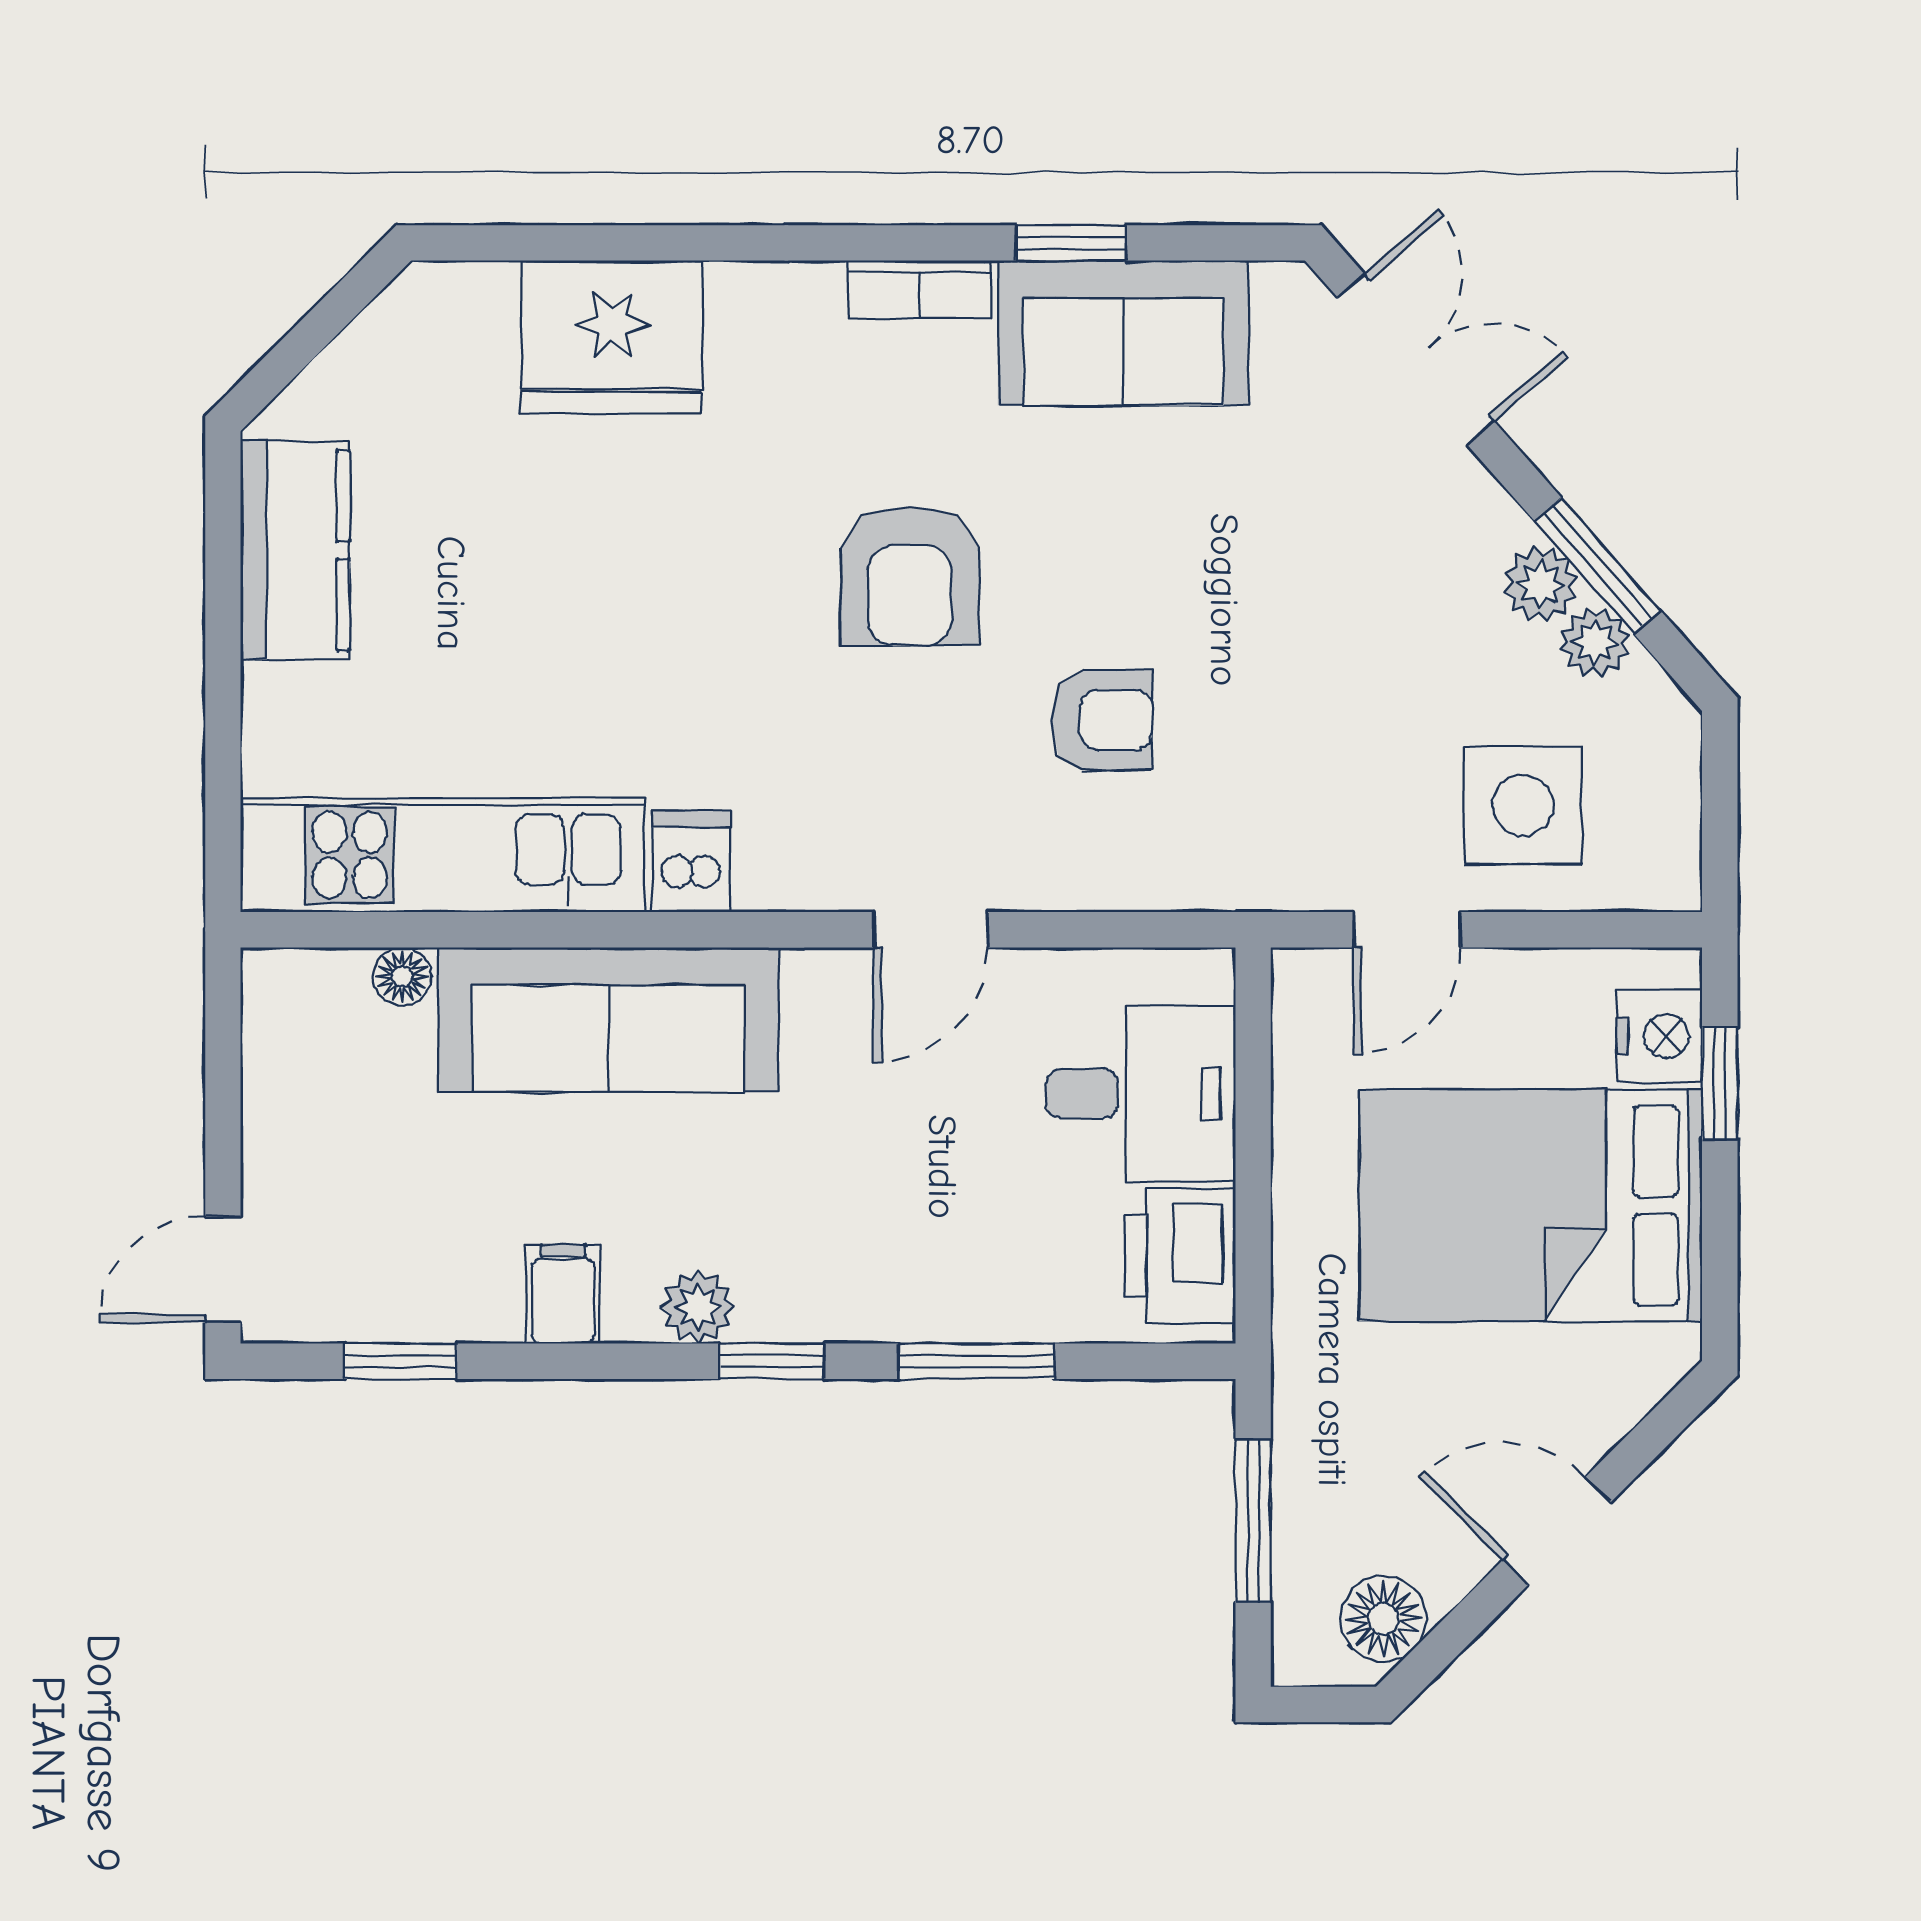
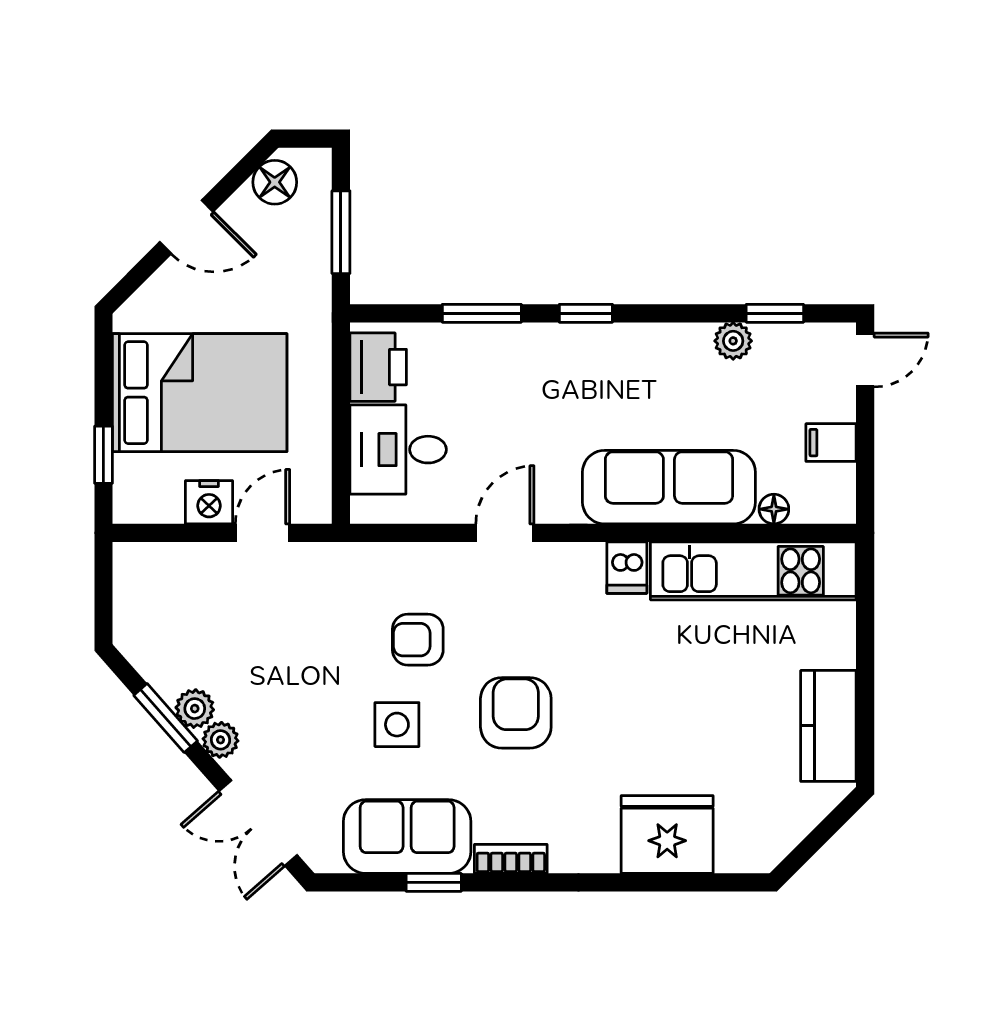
plant: (1595, 642) -> (221, 740), moved
side table: (1523, 805) -> (397, 725), moved, width x0.73, depth x0.73
nightstand: (1660, 1036) -> (209, 502), moved, turned -90
filing cabinet: (563, 1294) -> (831, 443), moved, turned 90
plant: (698, 1307) -> (733, 341), moved

